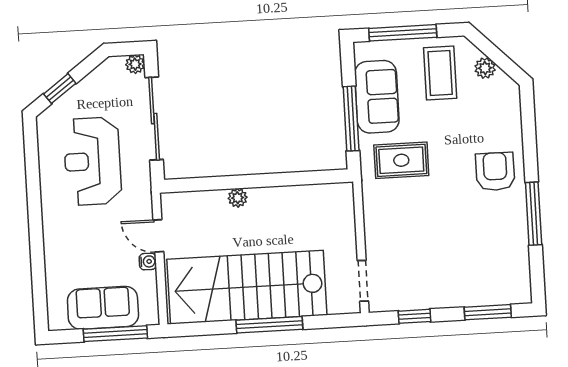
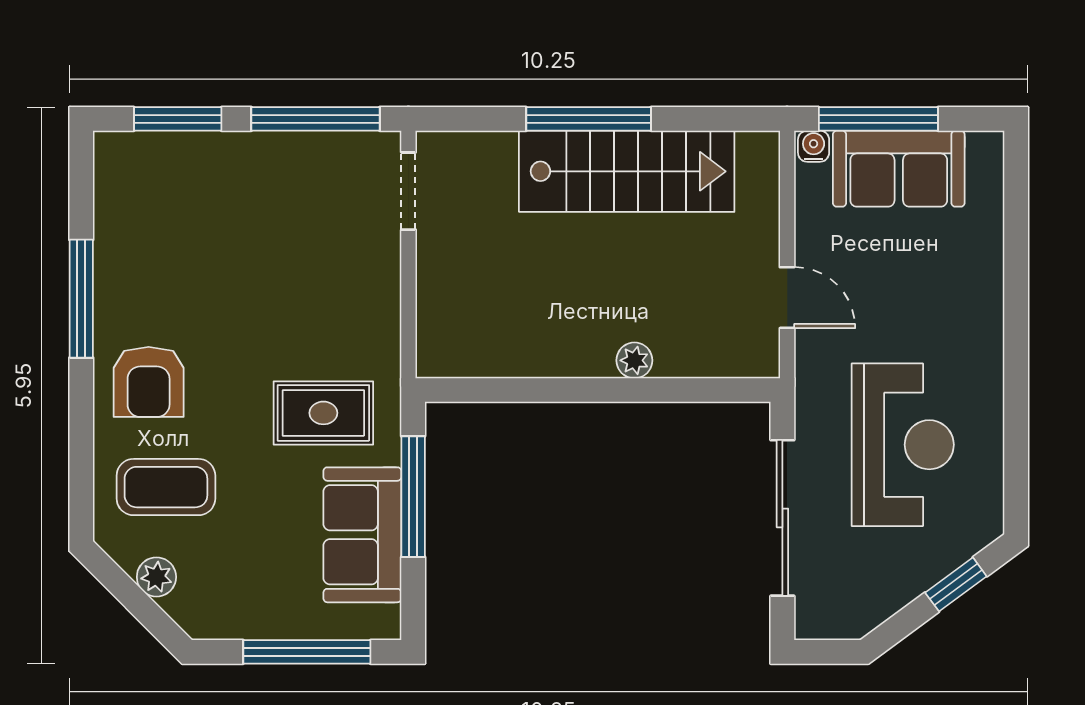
plant: (135, 64) -> (812, 622), removed
coffee table: (440, 73) -> (166, 487), moved, turned 90
water cooler: (148, 262) -> (814, 146), moved, turned 90
stairs: (247, 287) -> (627, 171), width x0.73, depth x0.66
window: (415, 316) -> (315, 119), width x2.17

